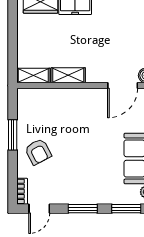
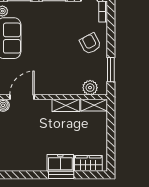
plant: (38, 97) -> (90, 88), added
window: (13, 135) -> (111, 70), moved

